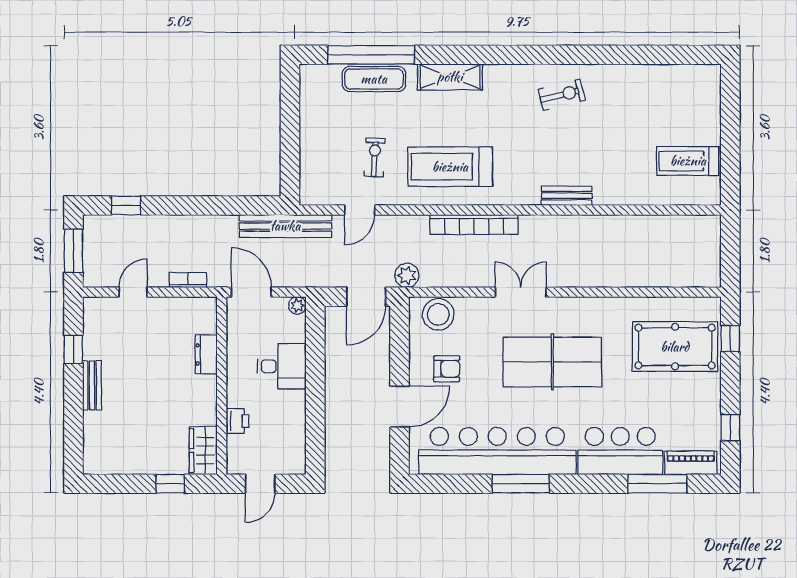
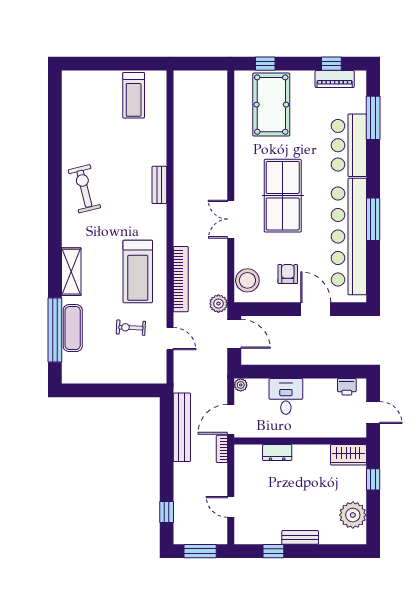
exercise bike: (562, 95) -> (84, 189), width x1.38, depth x1.39
bookcase: (474, 225) -> (181, 279), moved
bench: (285, 226) -> (182, 427), moved
bookcase: (188, 280) -> (222, 449), moved
printer: (238, 421) -> (347, 387), moved, turned 180
plant: (122, 456) -> (353, 515), added
piano: (691, 463) -> (335, 79), moved, turned -90

